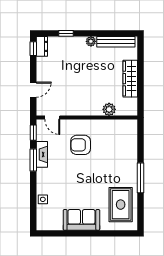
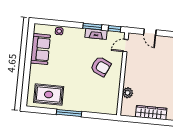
armchair: (81, 145) -> (101, 66), turned 115
sofa: (81, 220) -> (40, 49), moved

